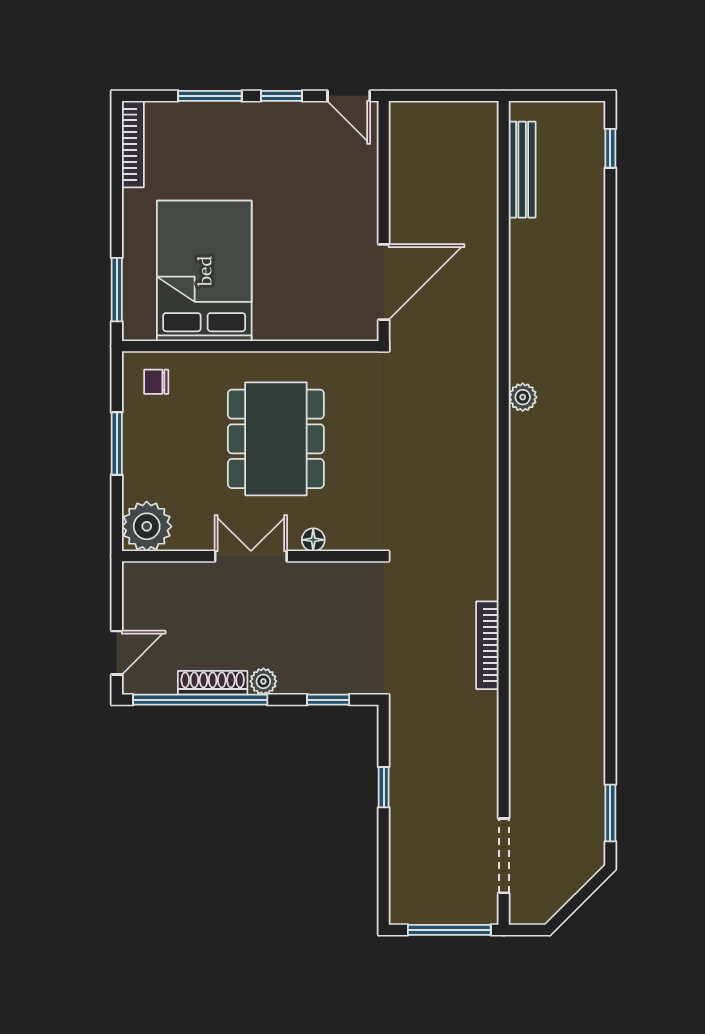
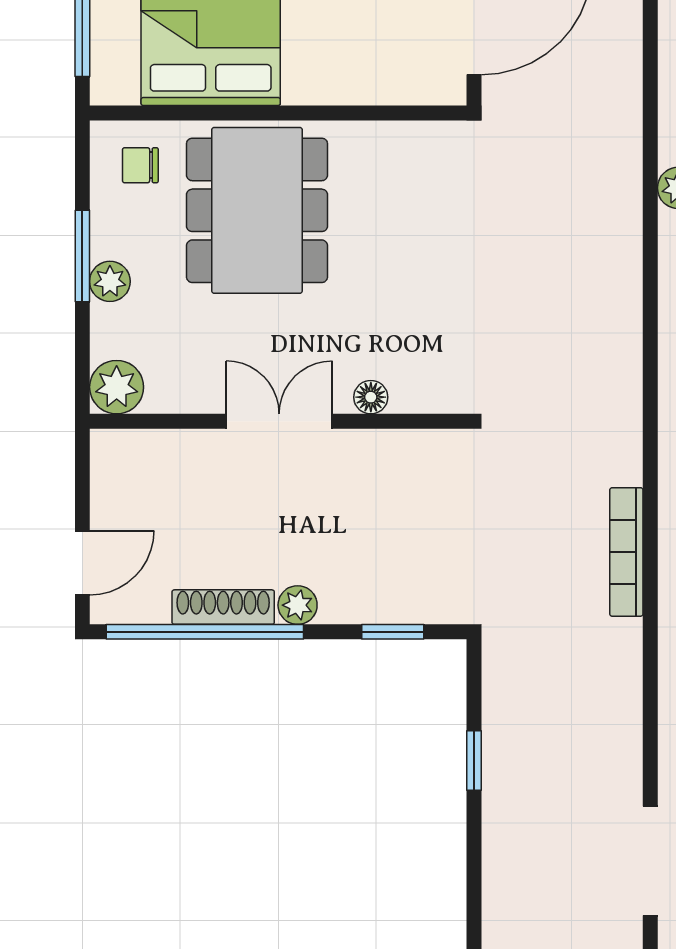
dining table: (276, 439) -> (257, 210), moved
plant: (136, 461) -> (110, 281), added
plant: (147, 526) -> (117, 387), width x0.73, depth x0.73

